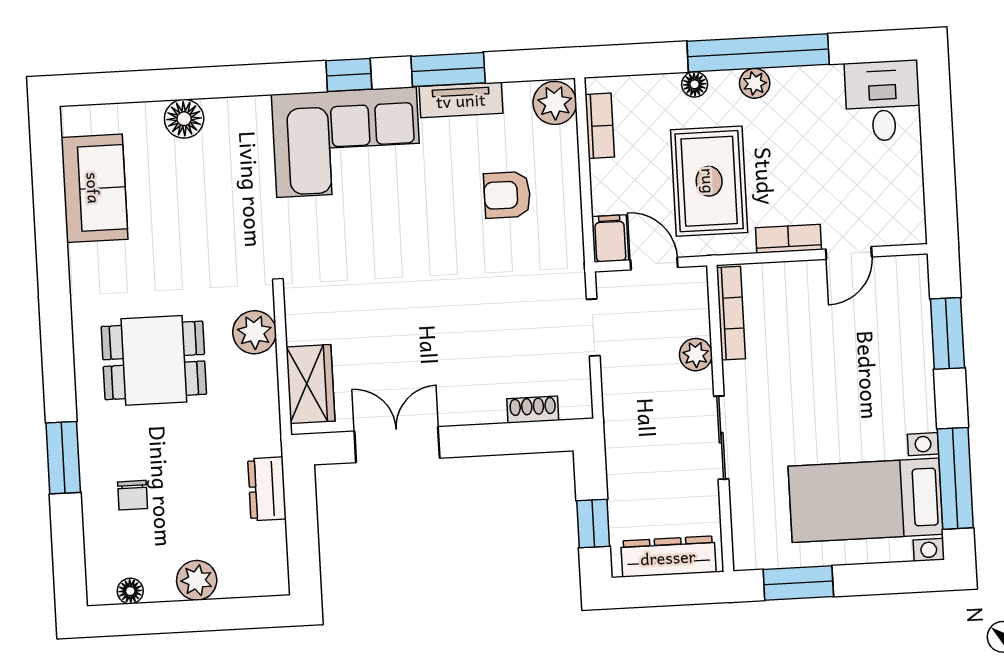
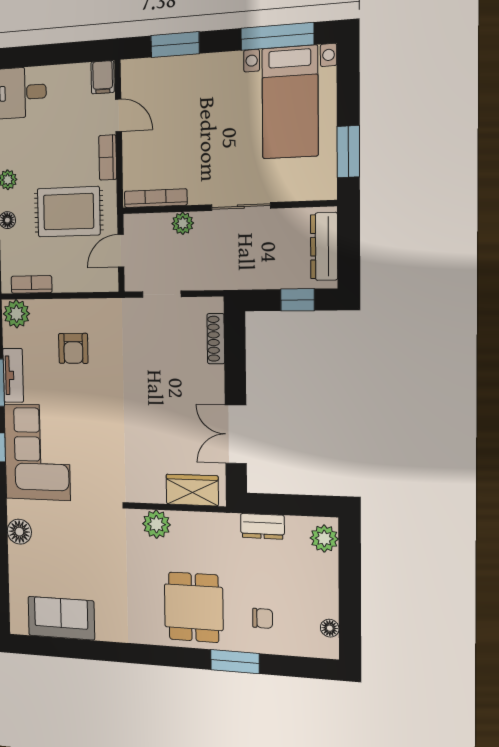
floor lamp: (184, 119) -> (19, 532), moved
filing cabinet: (610, 238) -> (103, 77), moved, turned -90
dining table: (154, 360) -> (194, 607), moved
shoe rack: (533, 410) -> (216, 339), width x1.43
plant: (197, 580) -> (324, 538), moved

